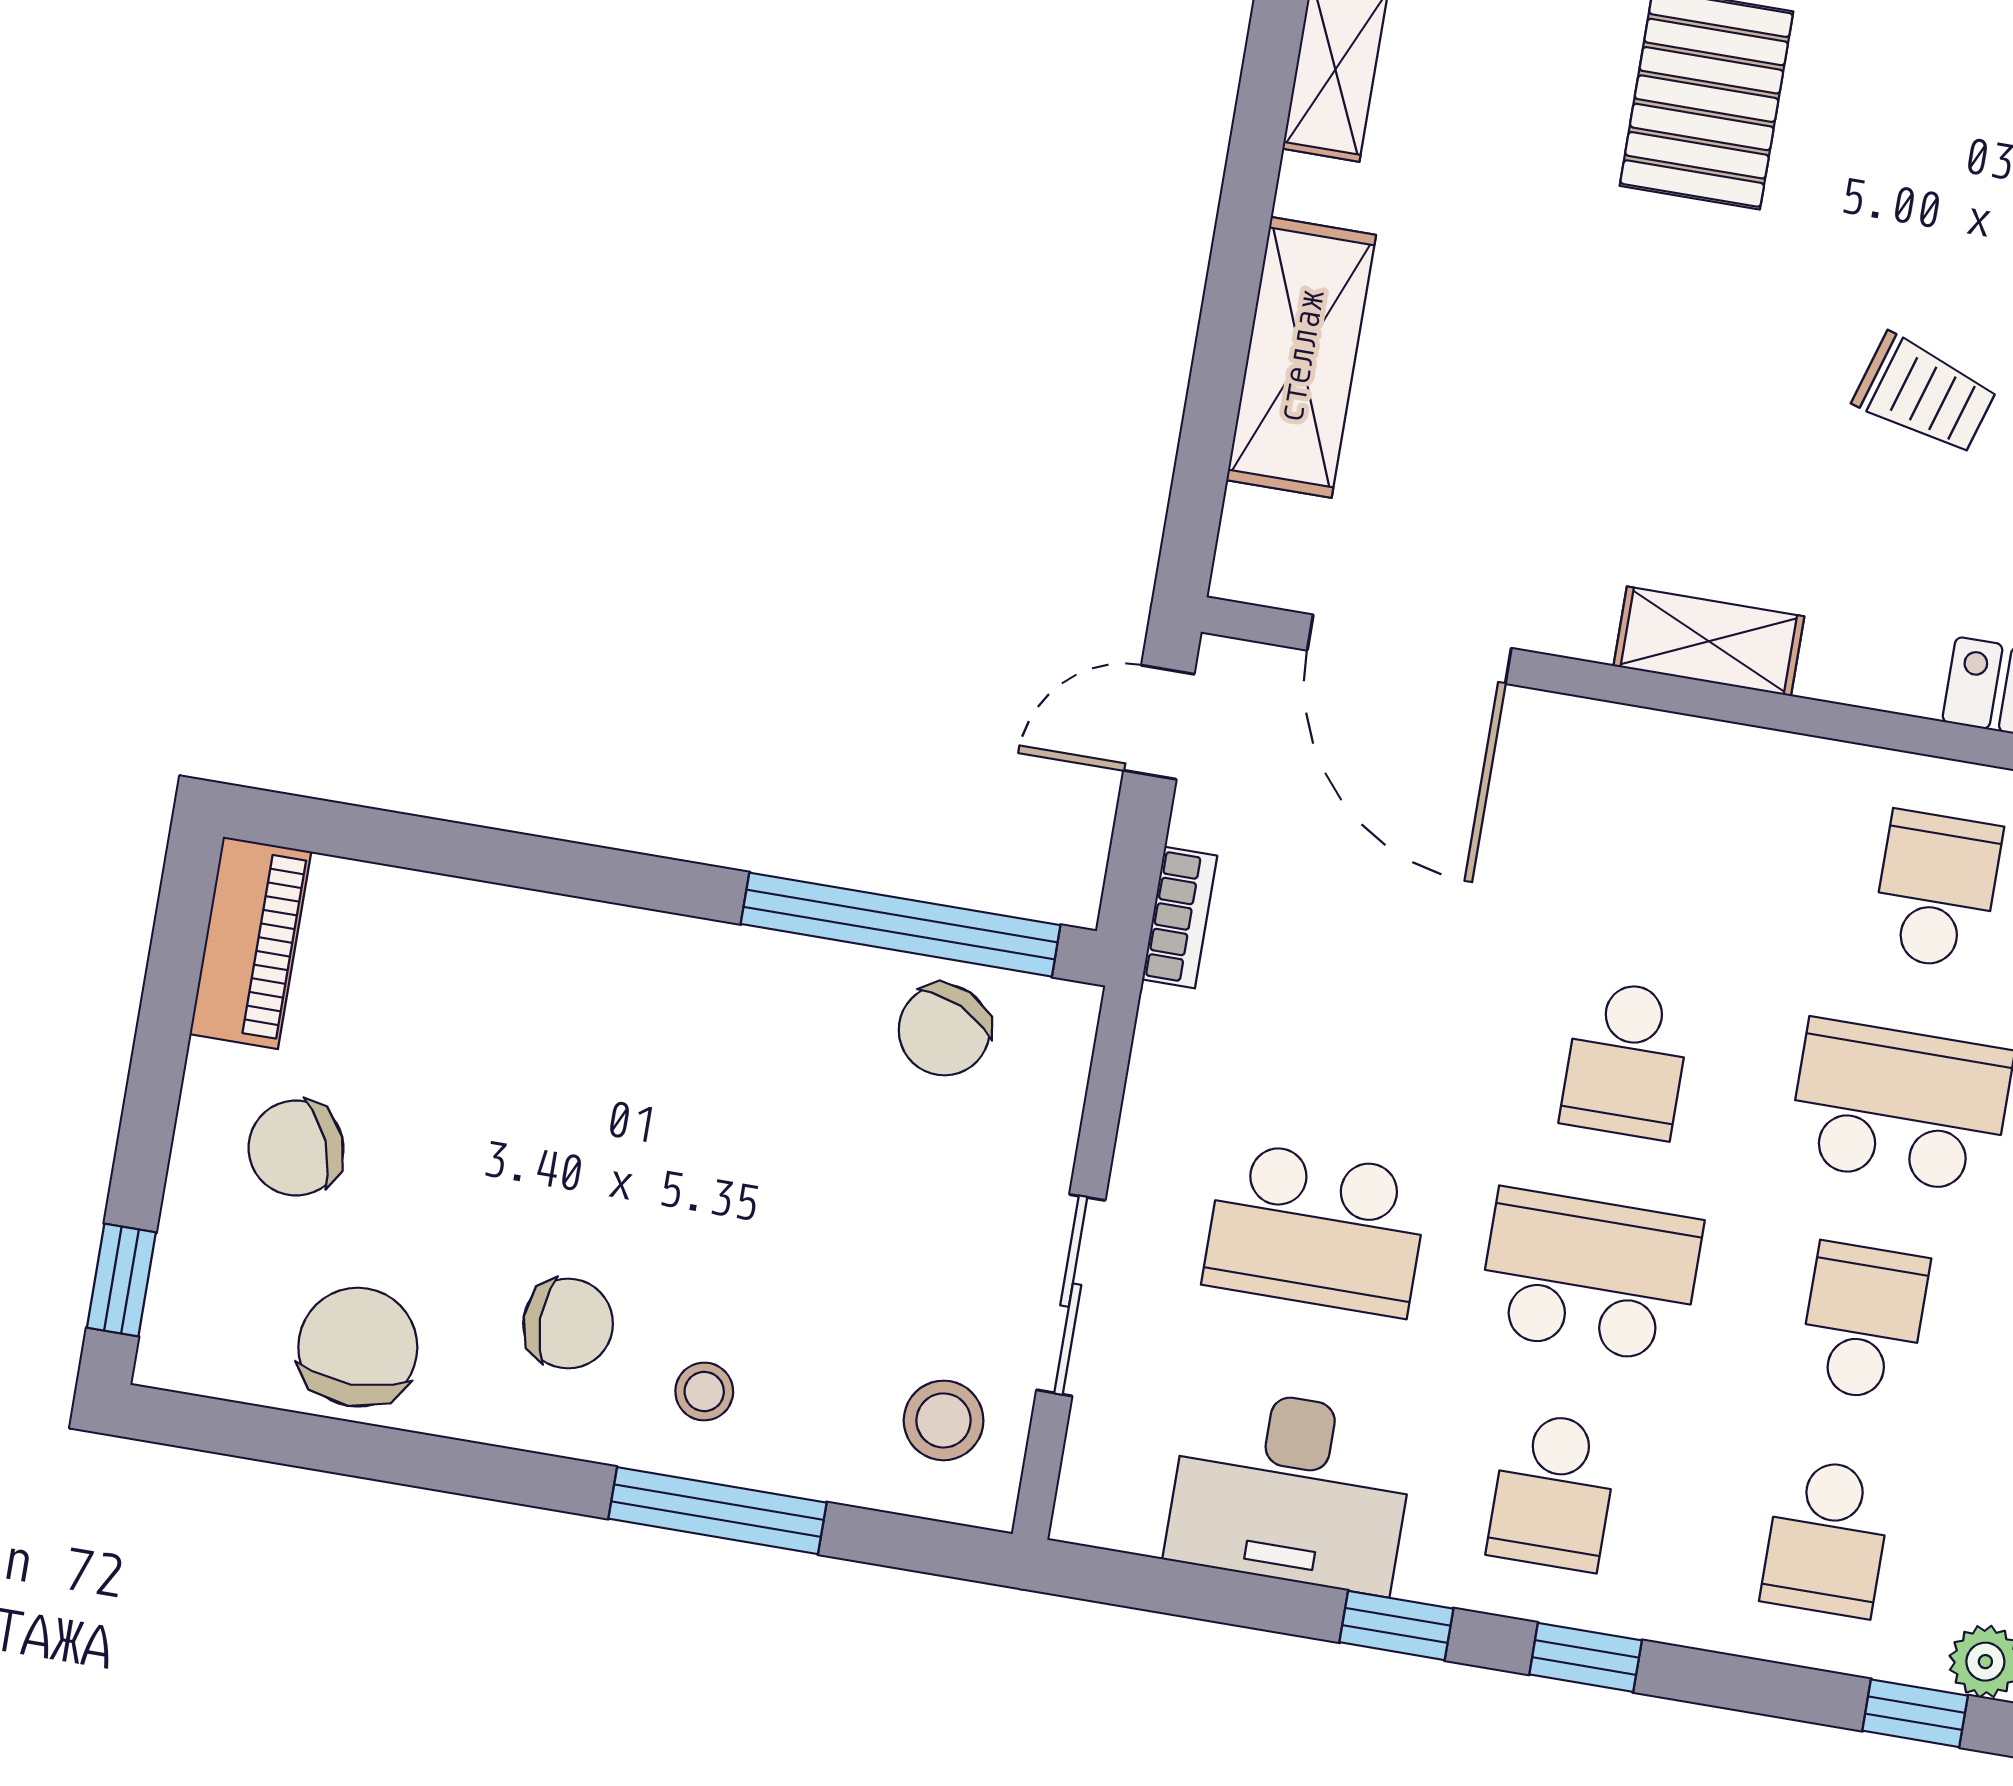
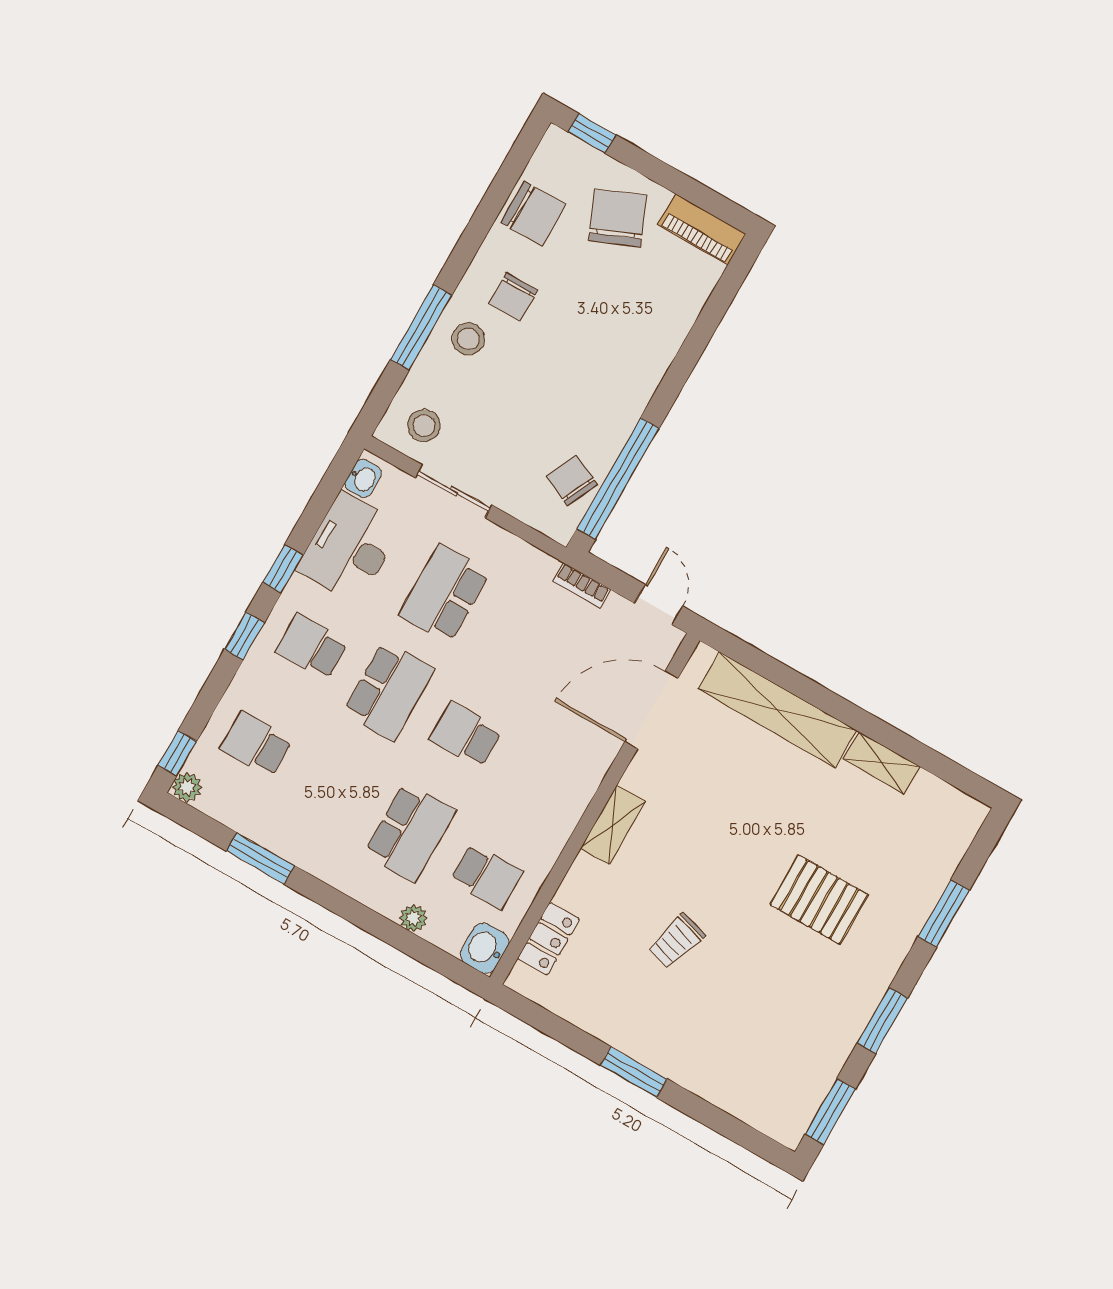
shelving: (1301, 357) -> (777, 710), width x1.47
chair: (296, 1148) -> (618, 218), width x1.37, depth x1.37
school desk: (1863, 1322) -> (333, 788), removed
stool: (704, 1392) -> (468, 339), width x1.37, depth x1.37
washbasin: (1118, 1516) -> (363, 479), added

